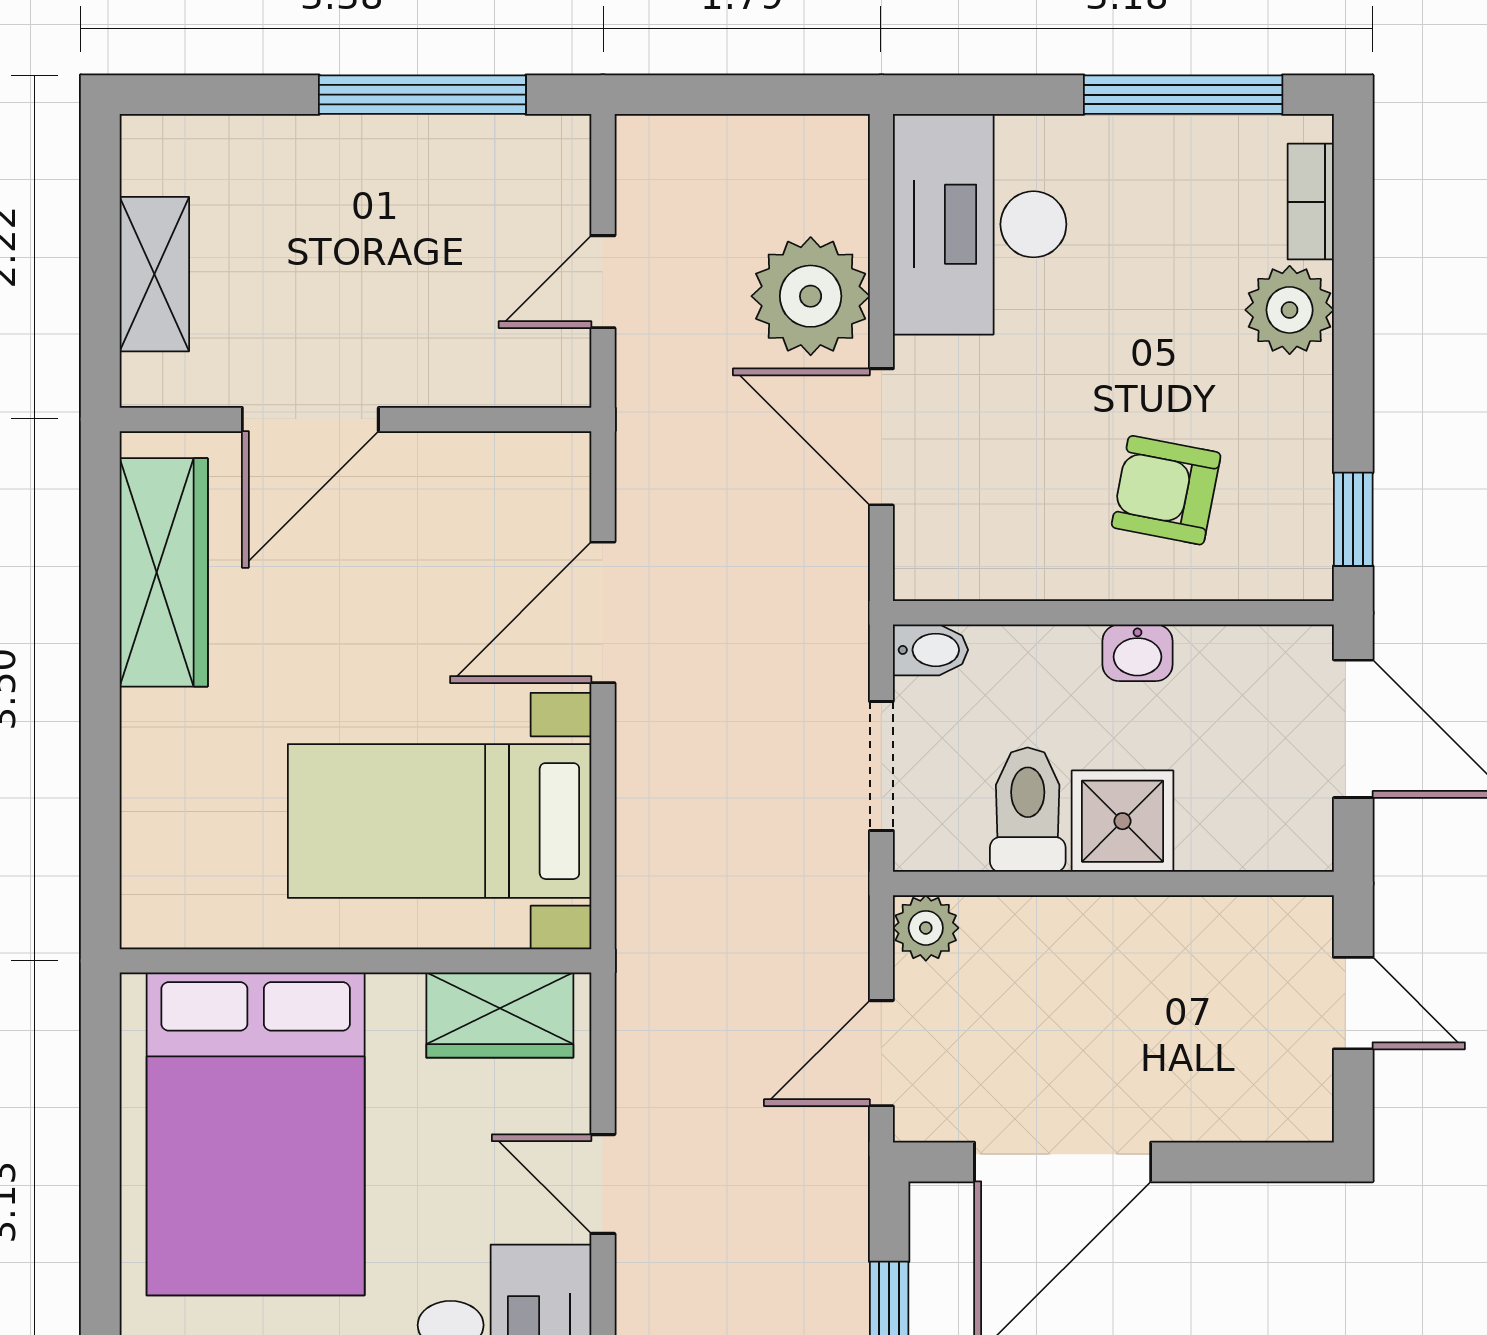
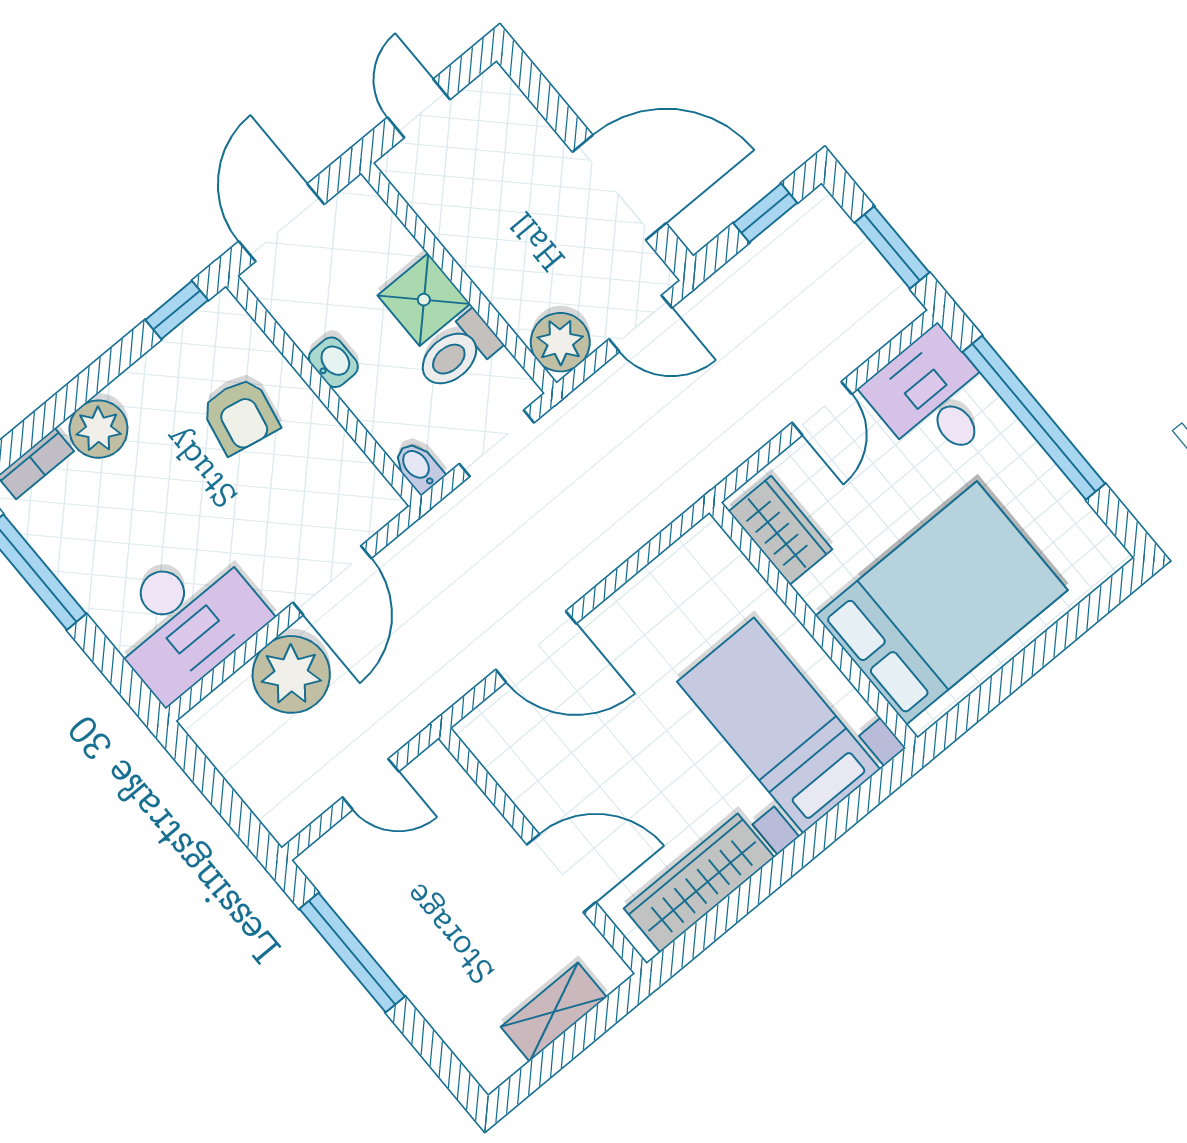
bed with nightstands: (440, 821) -> (779, 725), moved, turned 180
plant: (926, 928) -> (560, 342), width x1.38, depth x1.38

